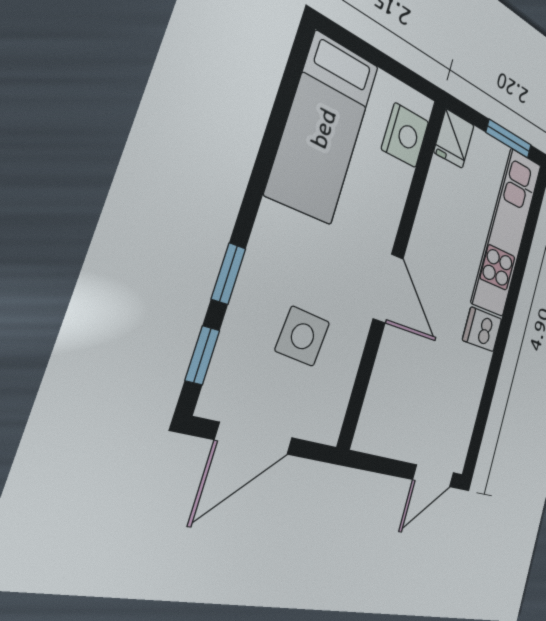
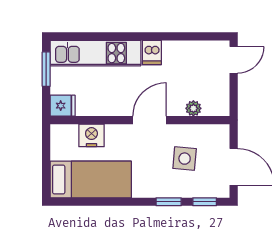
nightstand: (405, 135) -> (91, 135), moved
plant: (383, 380) -> (193, 108), added
door: (433, 476) -> (234, 60), hinge flipped

